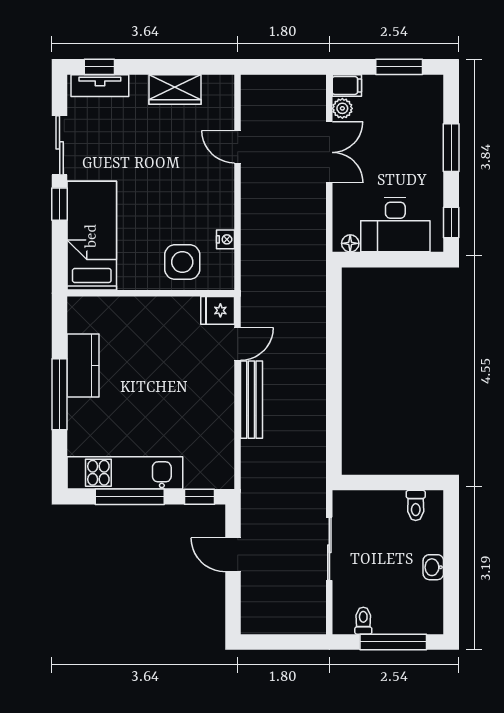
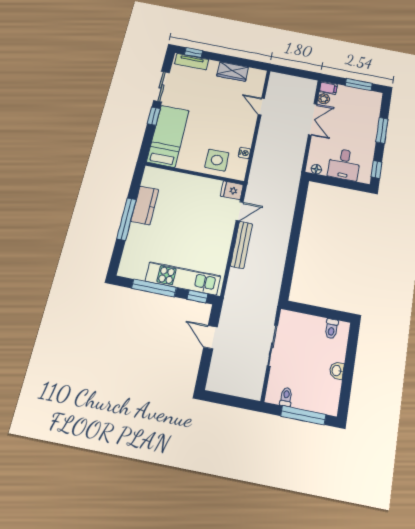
desk: (395, 225) -> (344, 164), width x0.73
kitchen unit: (125, 473) -> (183, 278), moved

